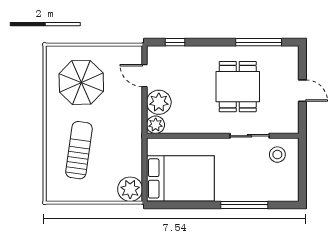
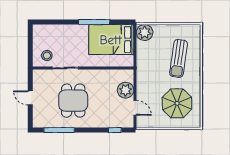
plant: (156, 125) -> (128, 75), removed
window: (244, 205) -> (94, 22), moved

